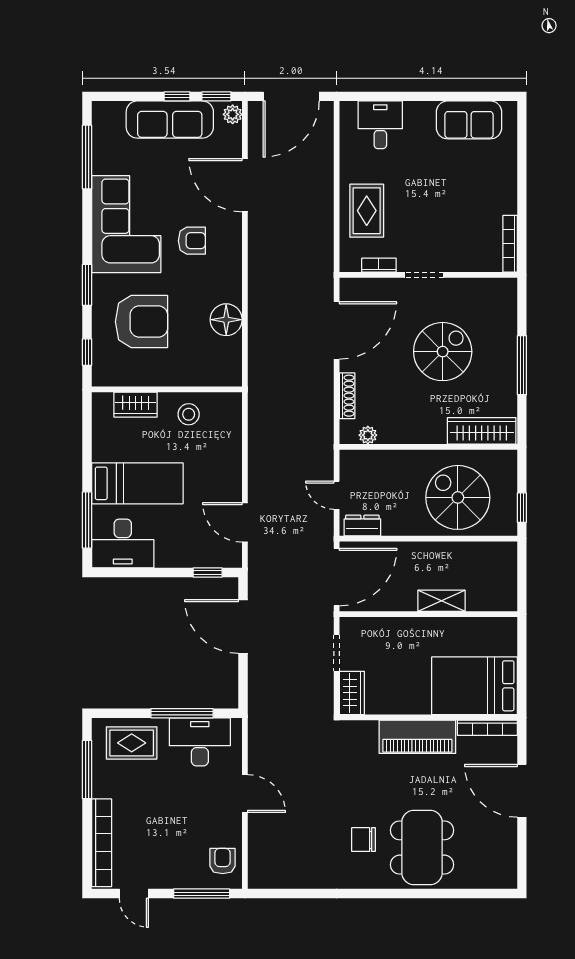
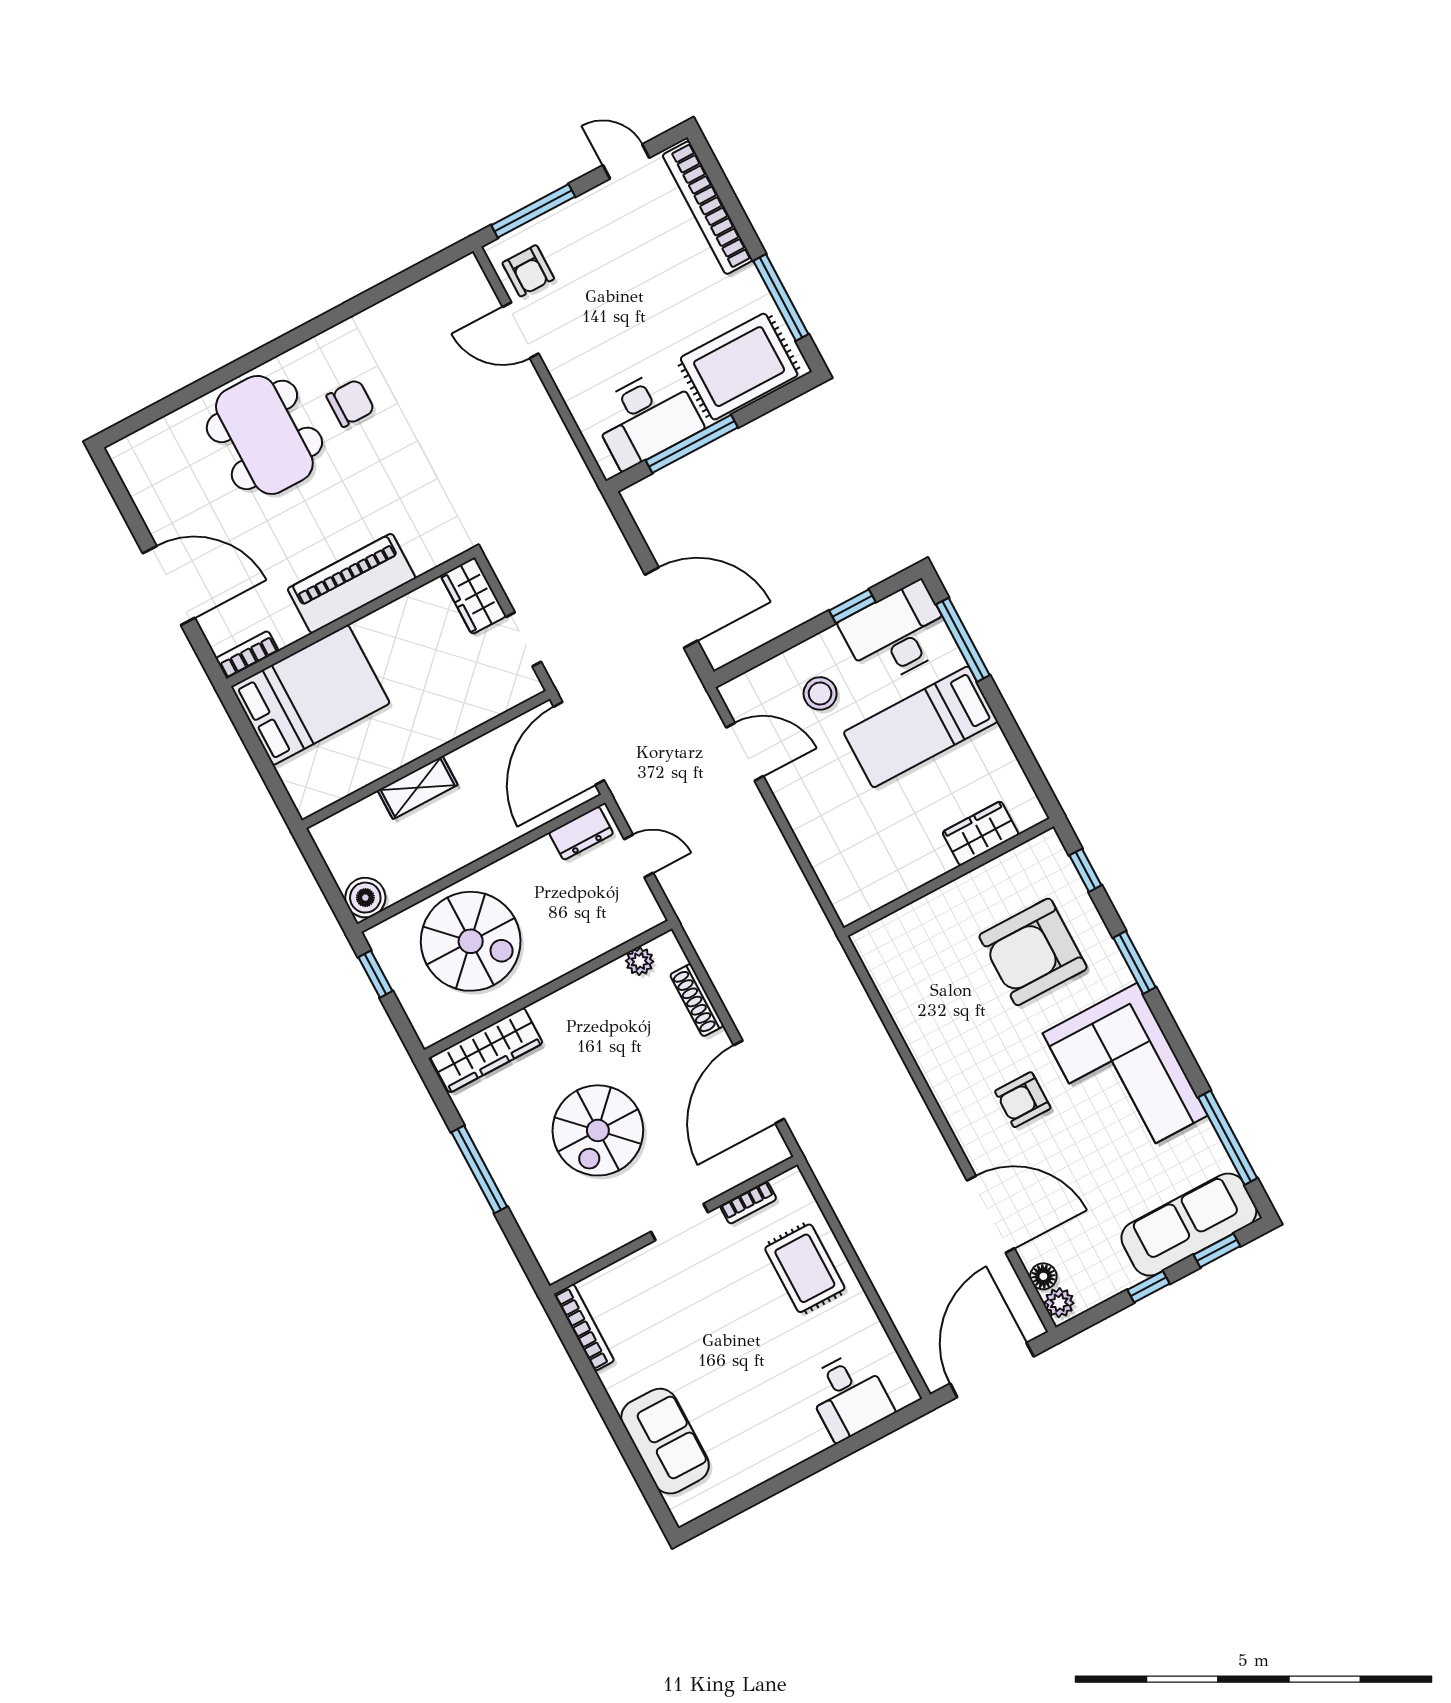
window: (216, 96) -> (1217, 1250), moved
sofa: (170, 120) -> (1189, 1225), moved
sofa: (469, 120) -> (665, 1441), moved, turned 90
floor lamp: (226, 320) -> (1043, 1276), moved, width x0.53, depth x0.53
stool: (189, 414) -> (820, 693), moved
boiler: (504, 554) -> (365, 898), added
window: (208, 572) -> (852, 606), moved
bookcase: (487, 728) -> (247, 655), width x0.64
rug: (132, 743) -> (739, 367), width x1.36, depth x1.43
door: (245, 794) -> (521, 330), moved

